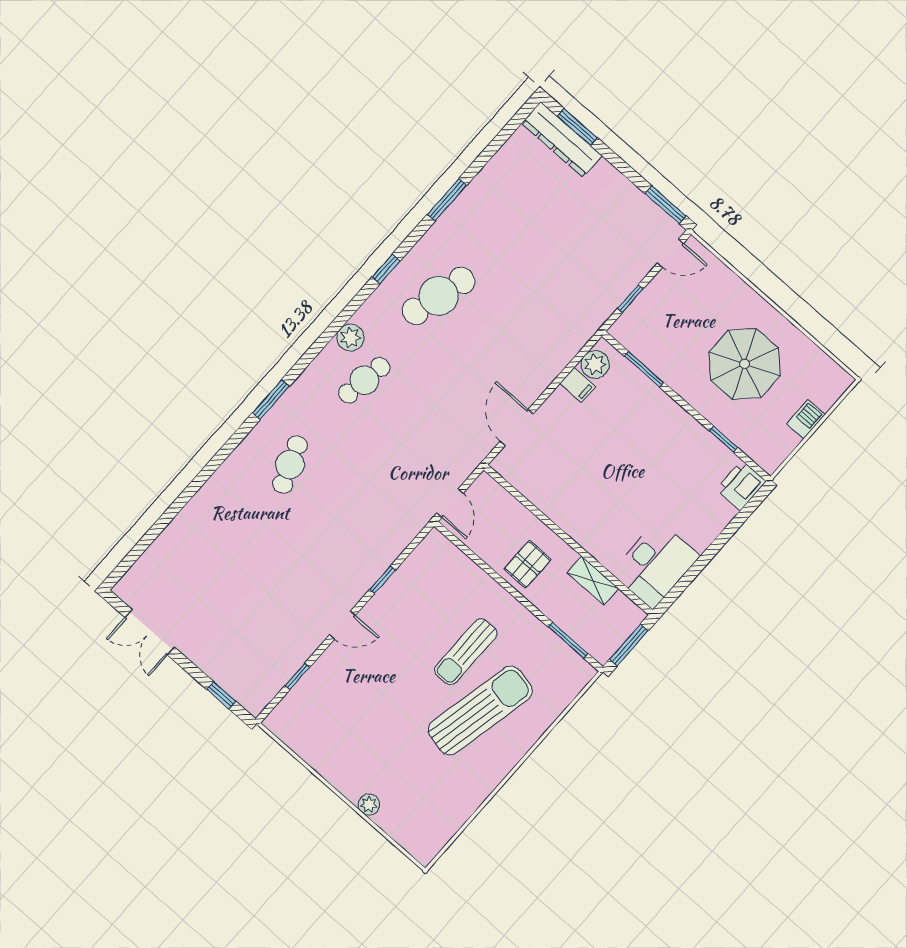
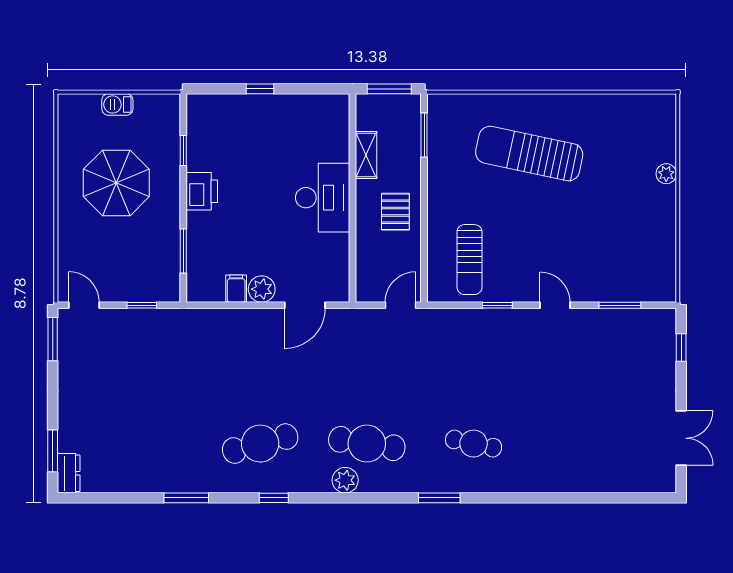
dresser: (562, 140) -> (69, 473), width x0.51, depth x0.80
cafe table: (439, 296) -> (260, 444), turned -30
plant: (595, 364) -> (262, 289), moved
cafe table: (364, 380) -> (367, 444), width x1.37, depth x1.35
cafe table: (290, 465) -> (474, 444), turned 33
printer: (741, 485) -> (202, 191), moved, turned -90
window: (719, 543) -> (260, 89), added
pallet: (527, 564) -> (395, 212), turned 90
desk: (655, 564) -> (323, 198), moved, turned 90
sun lounger: (466, 652) -> (470, 260), moved, turned 90
window: (297, 676) -> (620, 305), width x1.50

